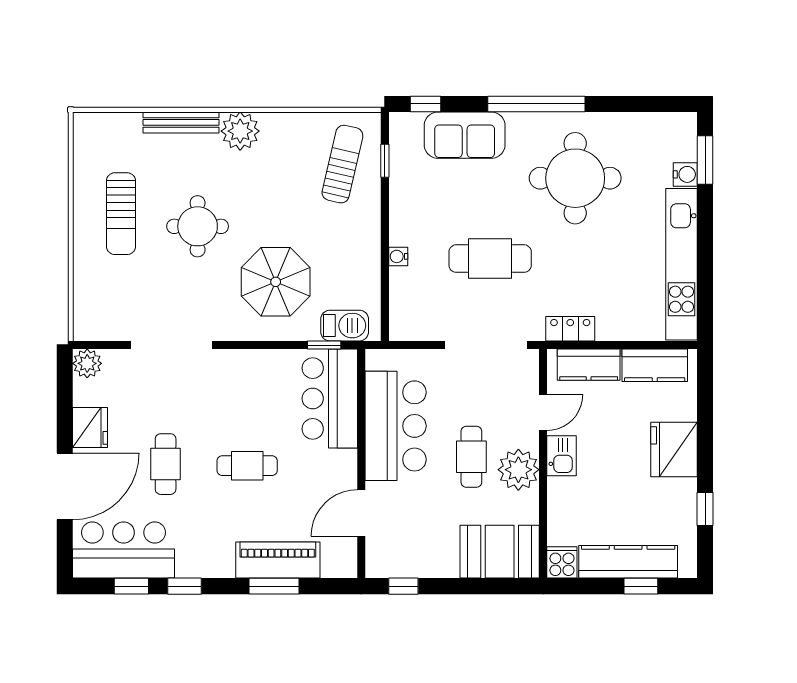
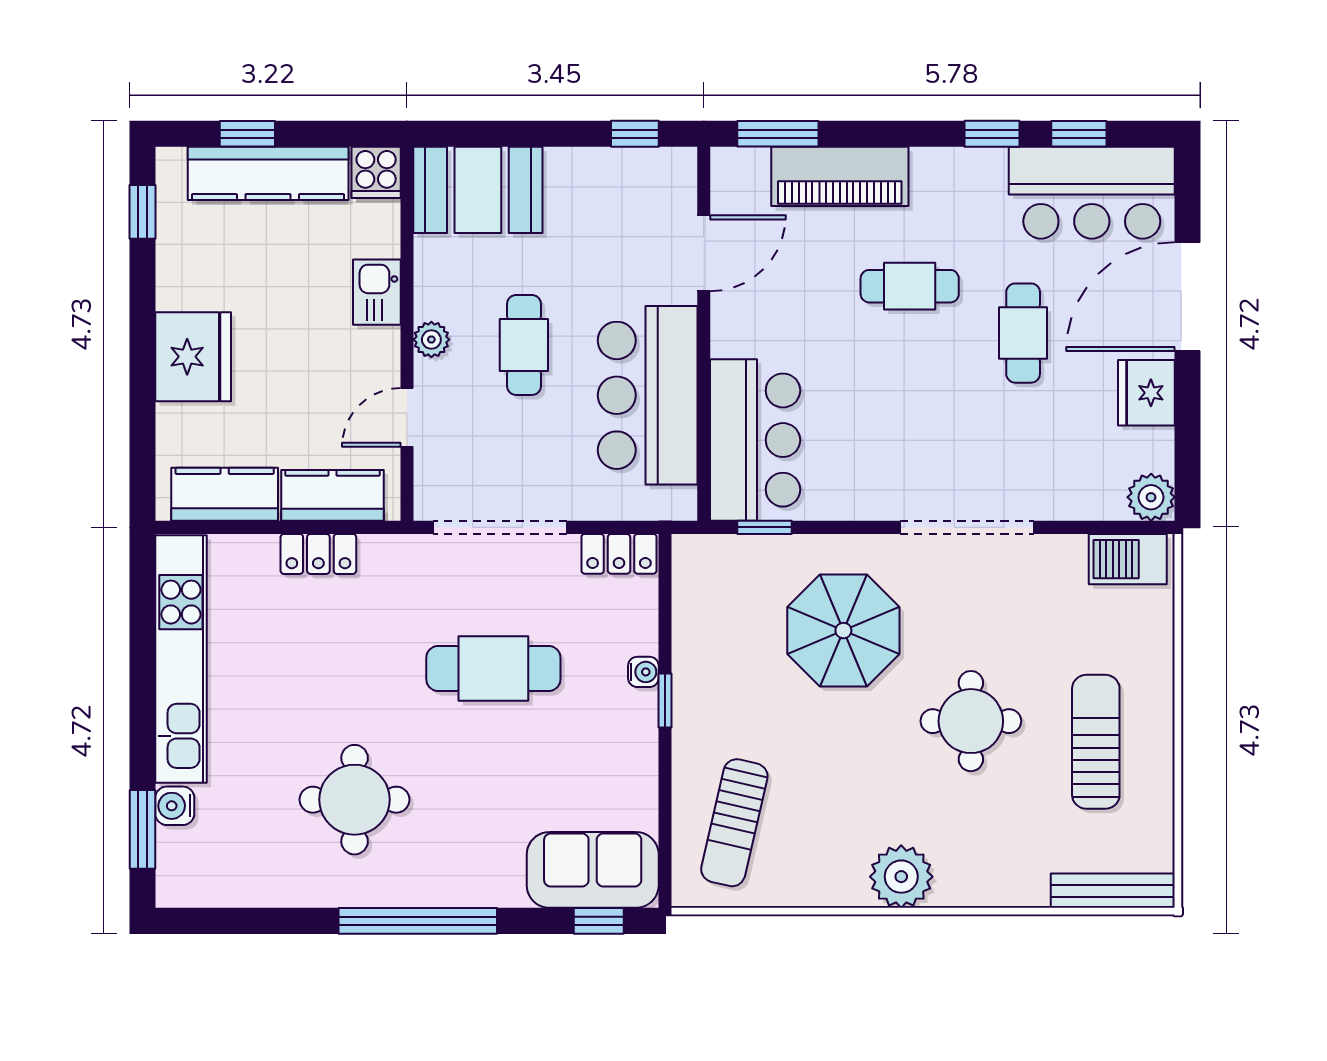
bench: (181, 122) -> (1113, 891), moved
sofa: (465, 135) -> (593, 870), moved
window: (385, 161) -> (665, 700), moved
round table: (575, 178) -> (355, 800), width x0.73, depth x0.73
barbecue: (345, 326) -> (1128, 559), moved
locker: (413, 329) -> (619, 554), added
locker: (570, 329) -> (318, 554), moved
doorway: (172, 345) -> (967, 527), moved
kitchen sink: (562, 456) -> (377, 292), moved
cafe table: (247, 466) -> (910, 286), moved
plant: (518, 470) -> (431, 340), width x0.53, depth x0.53
window: (705, 509) -> (142, 212), moved
window: (274, 586) -> (778, 134), moved

